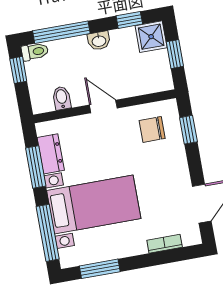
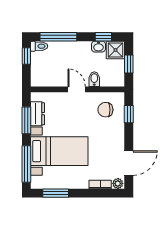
washbasin: (99, 41) -> (98, 47), moved
bidet: (62, 98) -> (94, 79), moved
plant: (191, 237) -> (118, 183), added

